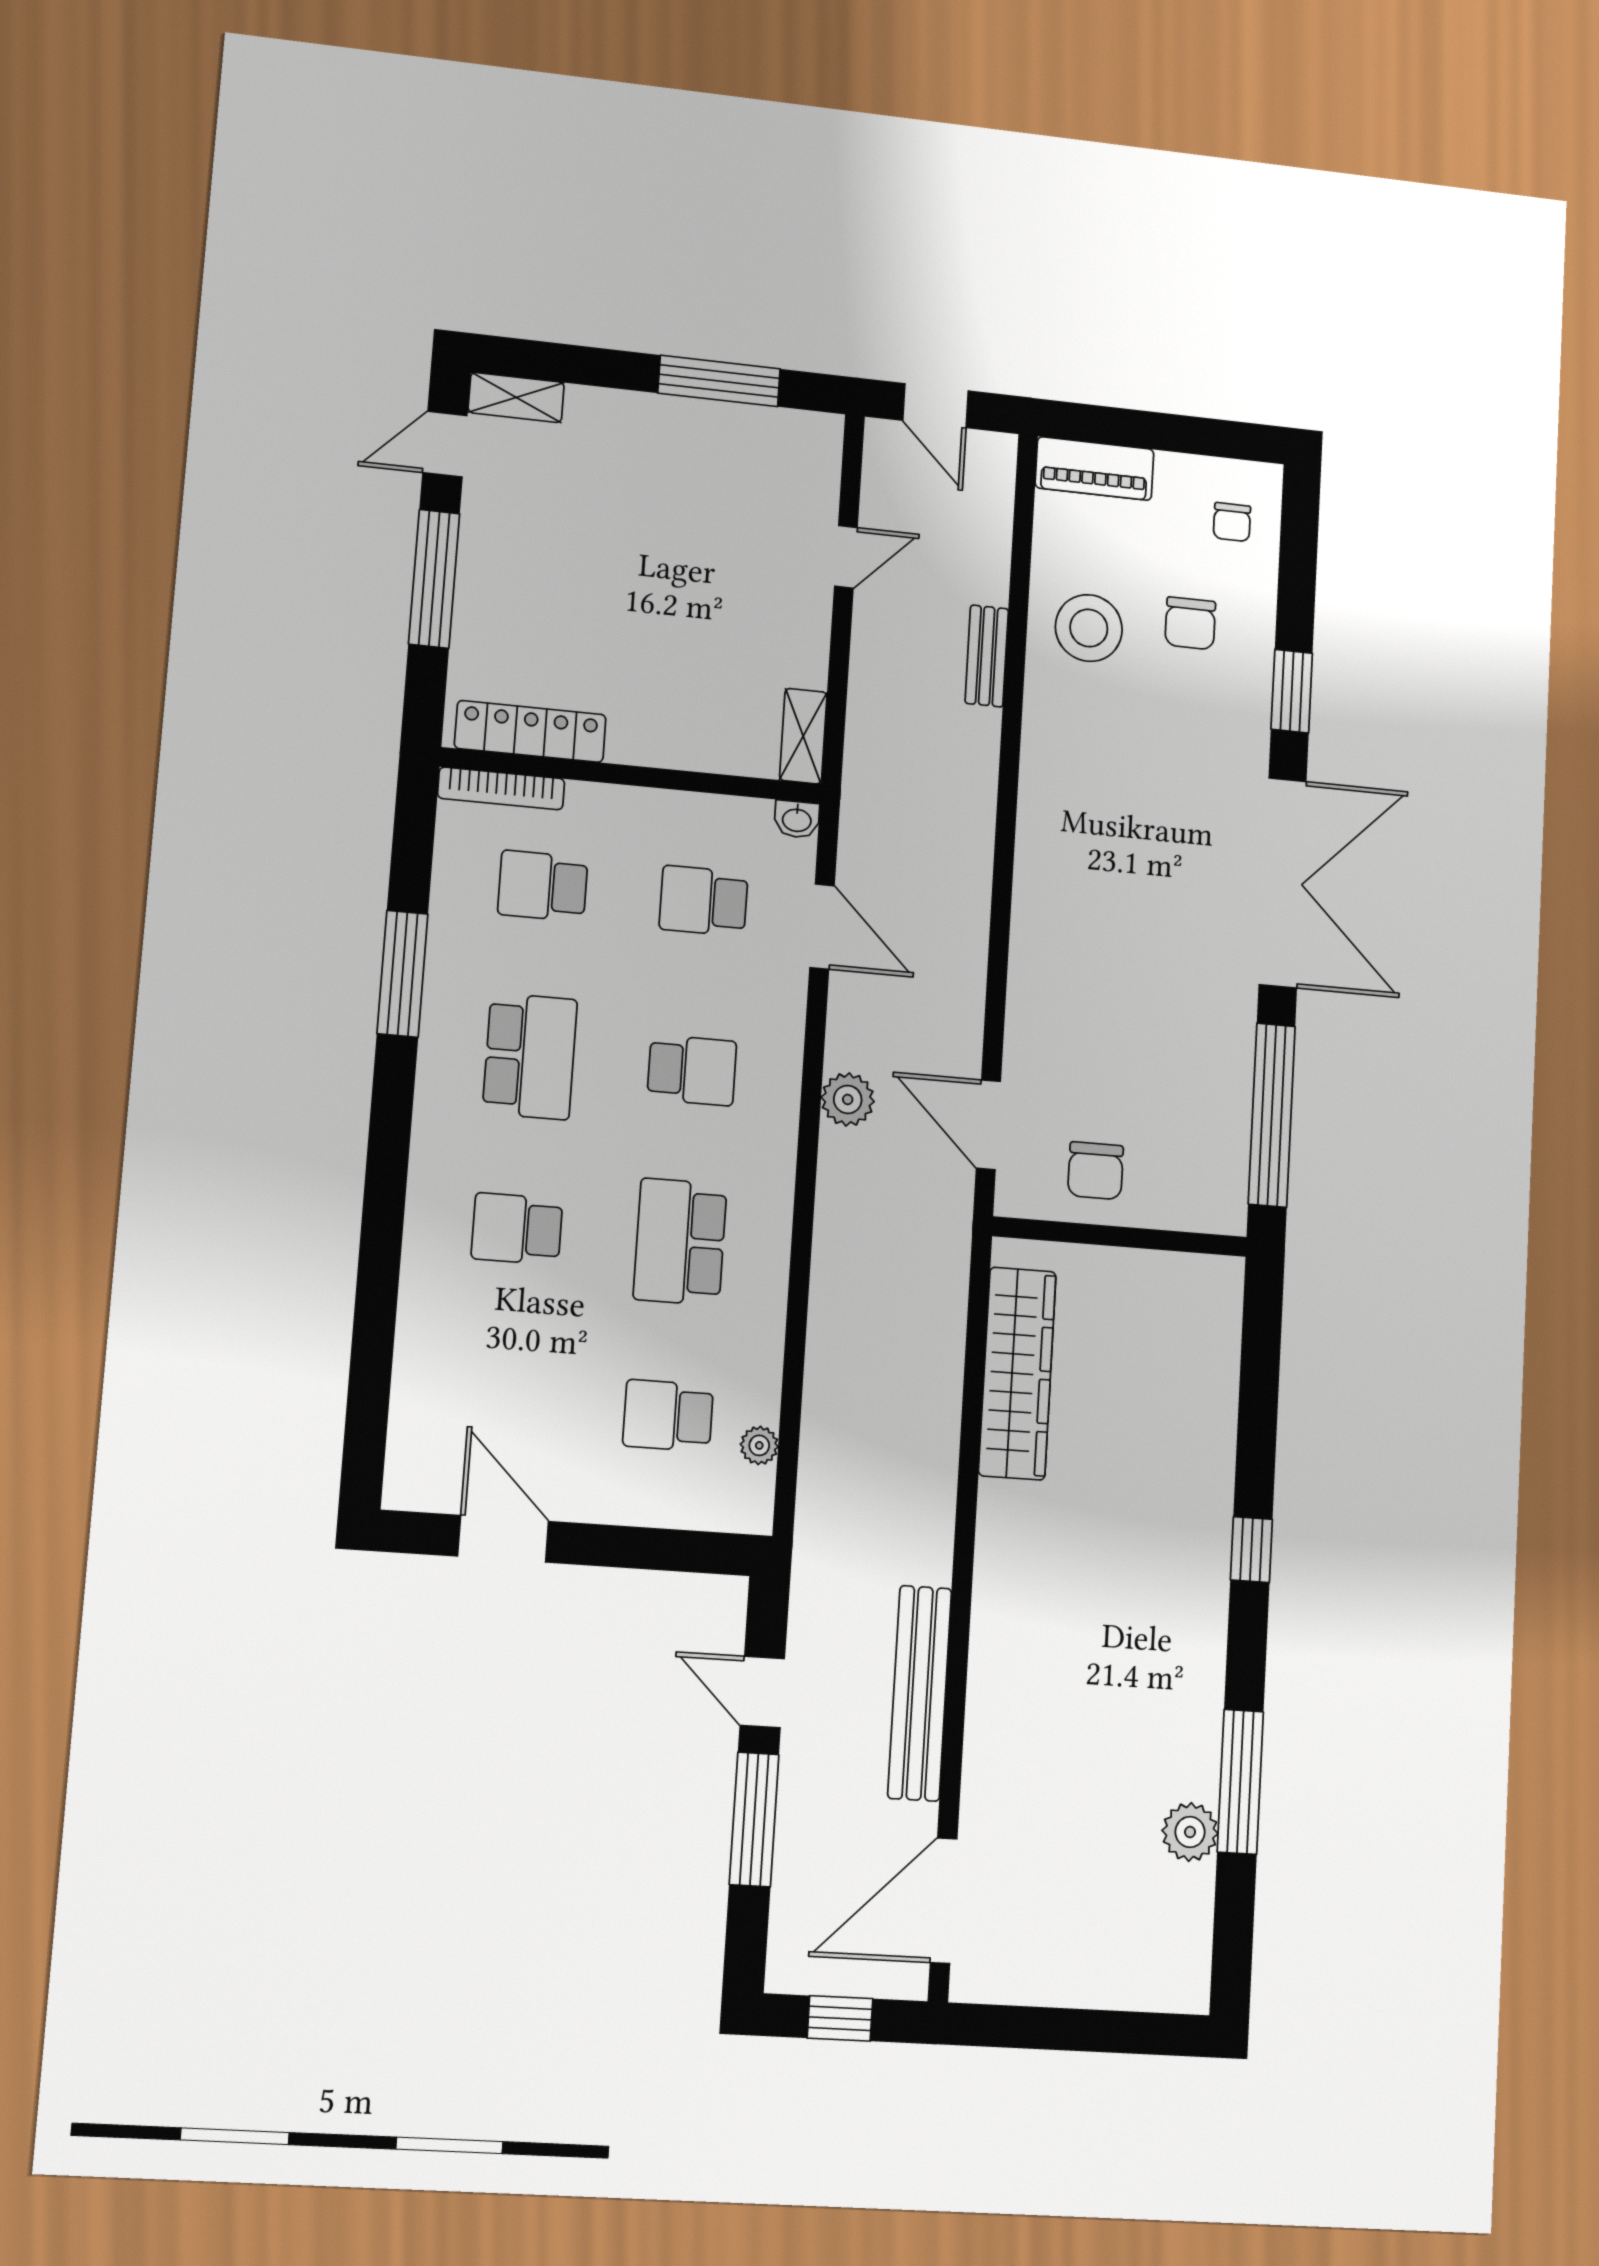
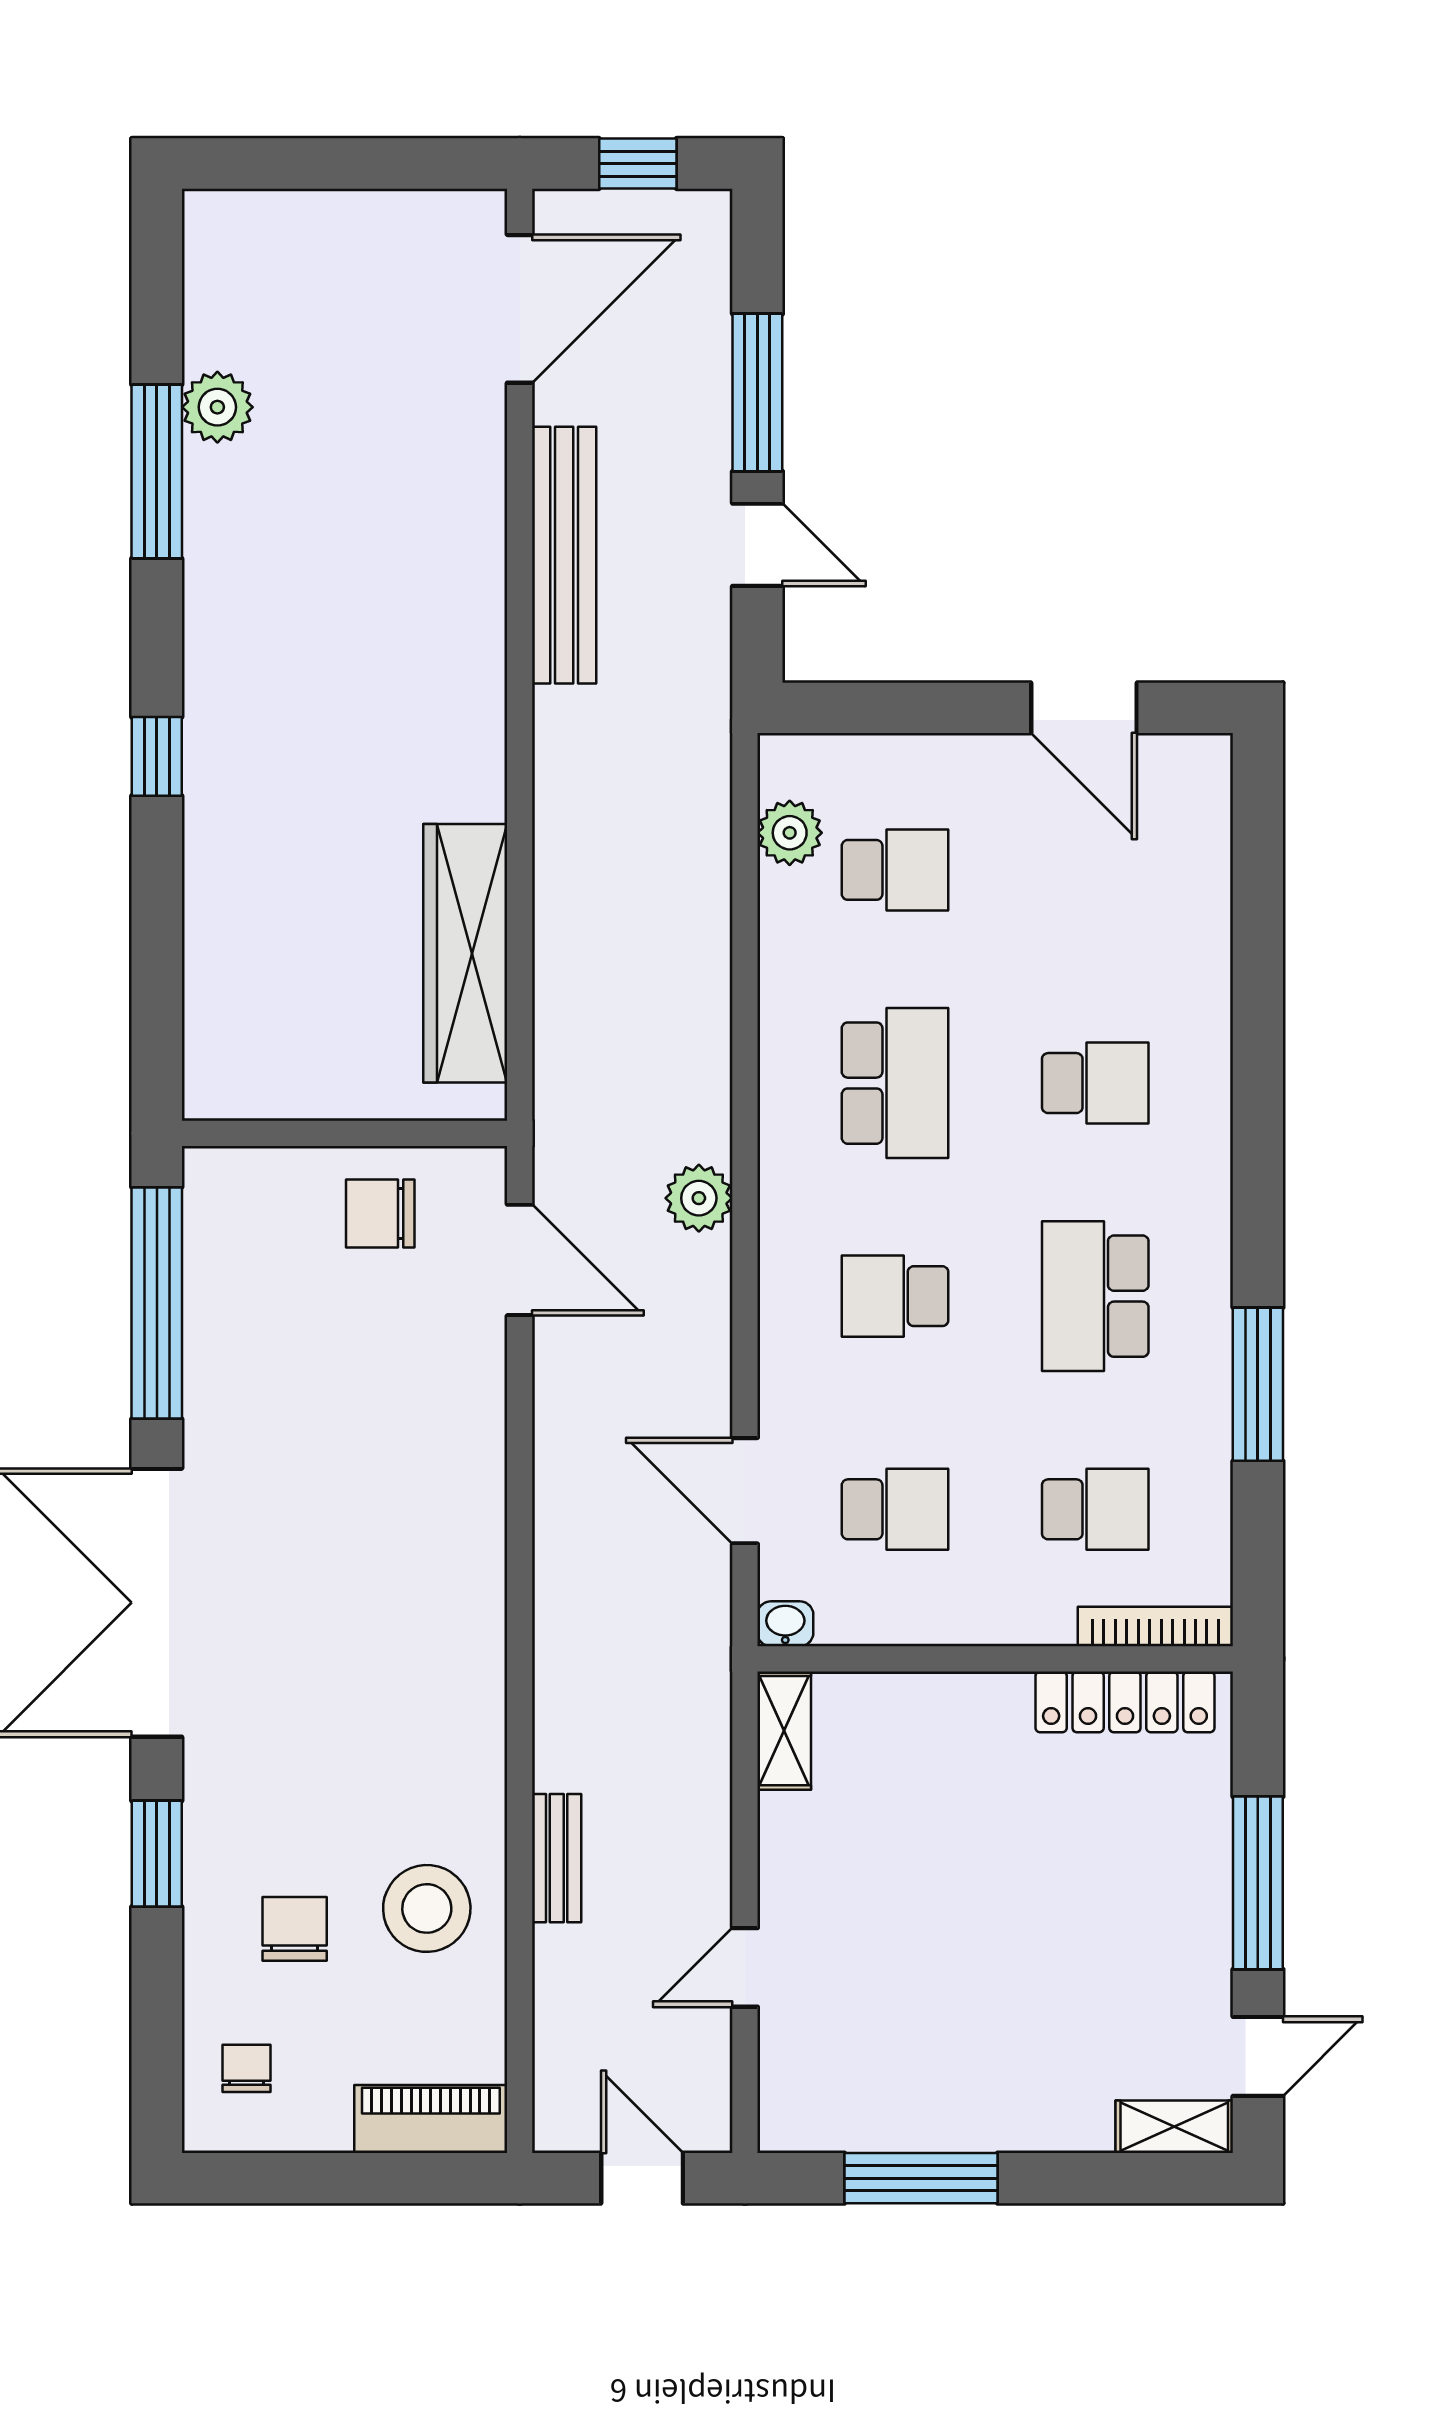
plant: (848, 1099) -> (699, 1198), moved
chair: (1095, 1171) -> (380, 1214), turned -90
plant: (759, 1445) -> (790, 833), width x1.38, depth x1.38

